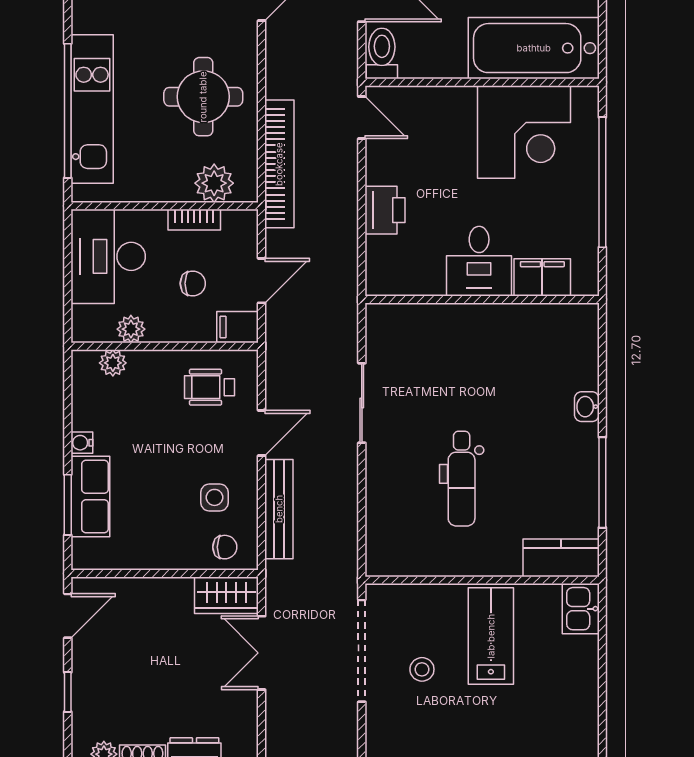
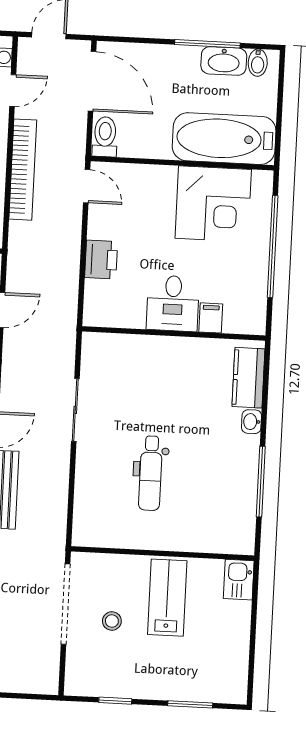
bookcase: (279, 164) -> (23, 170), moved
filing cabinet: (542, 277) -> (211, 318), width x0.50
kitchen counter: (561, 558) -> (248, 378), moved, turned -90

